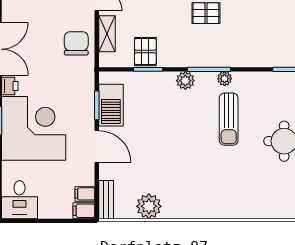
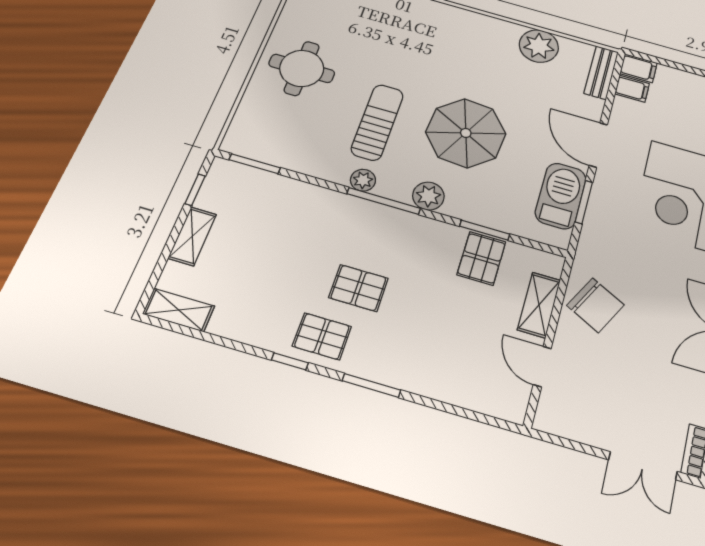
chair: (76, 43) -> (595, 305), turned -63
parasol: (176, 129) -> (466, 133), added

